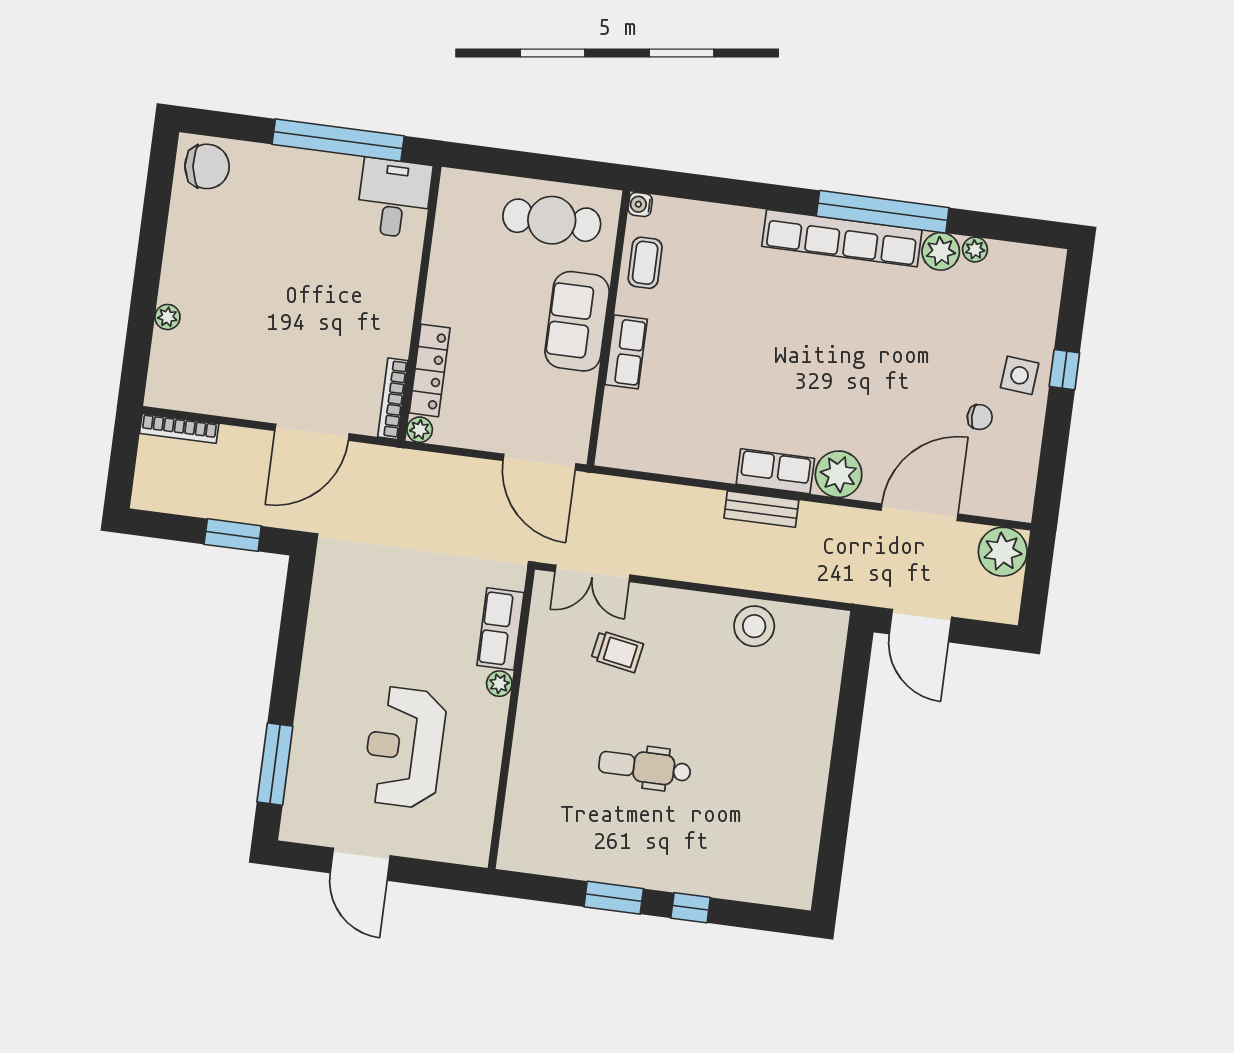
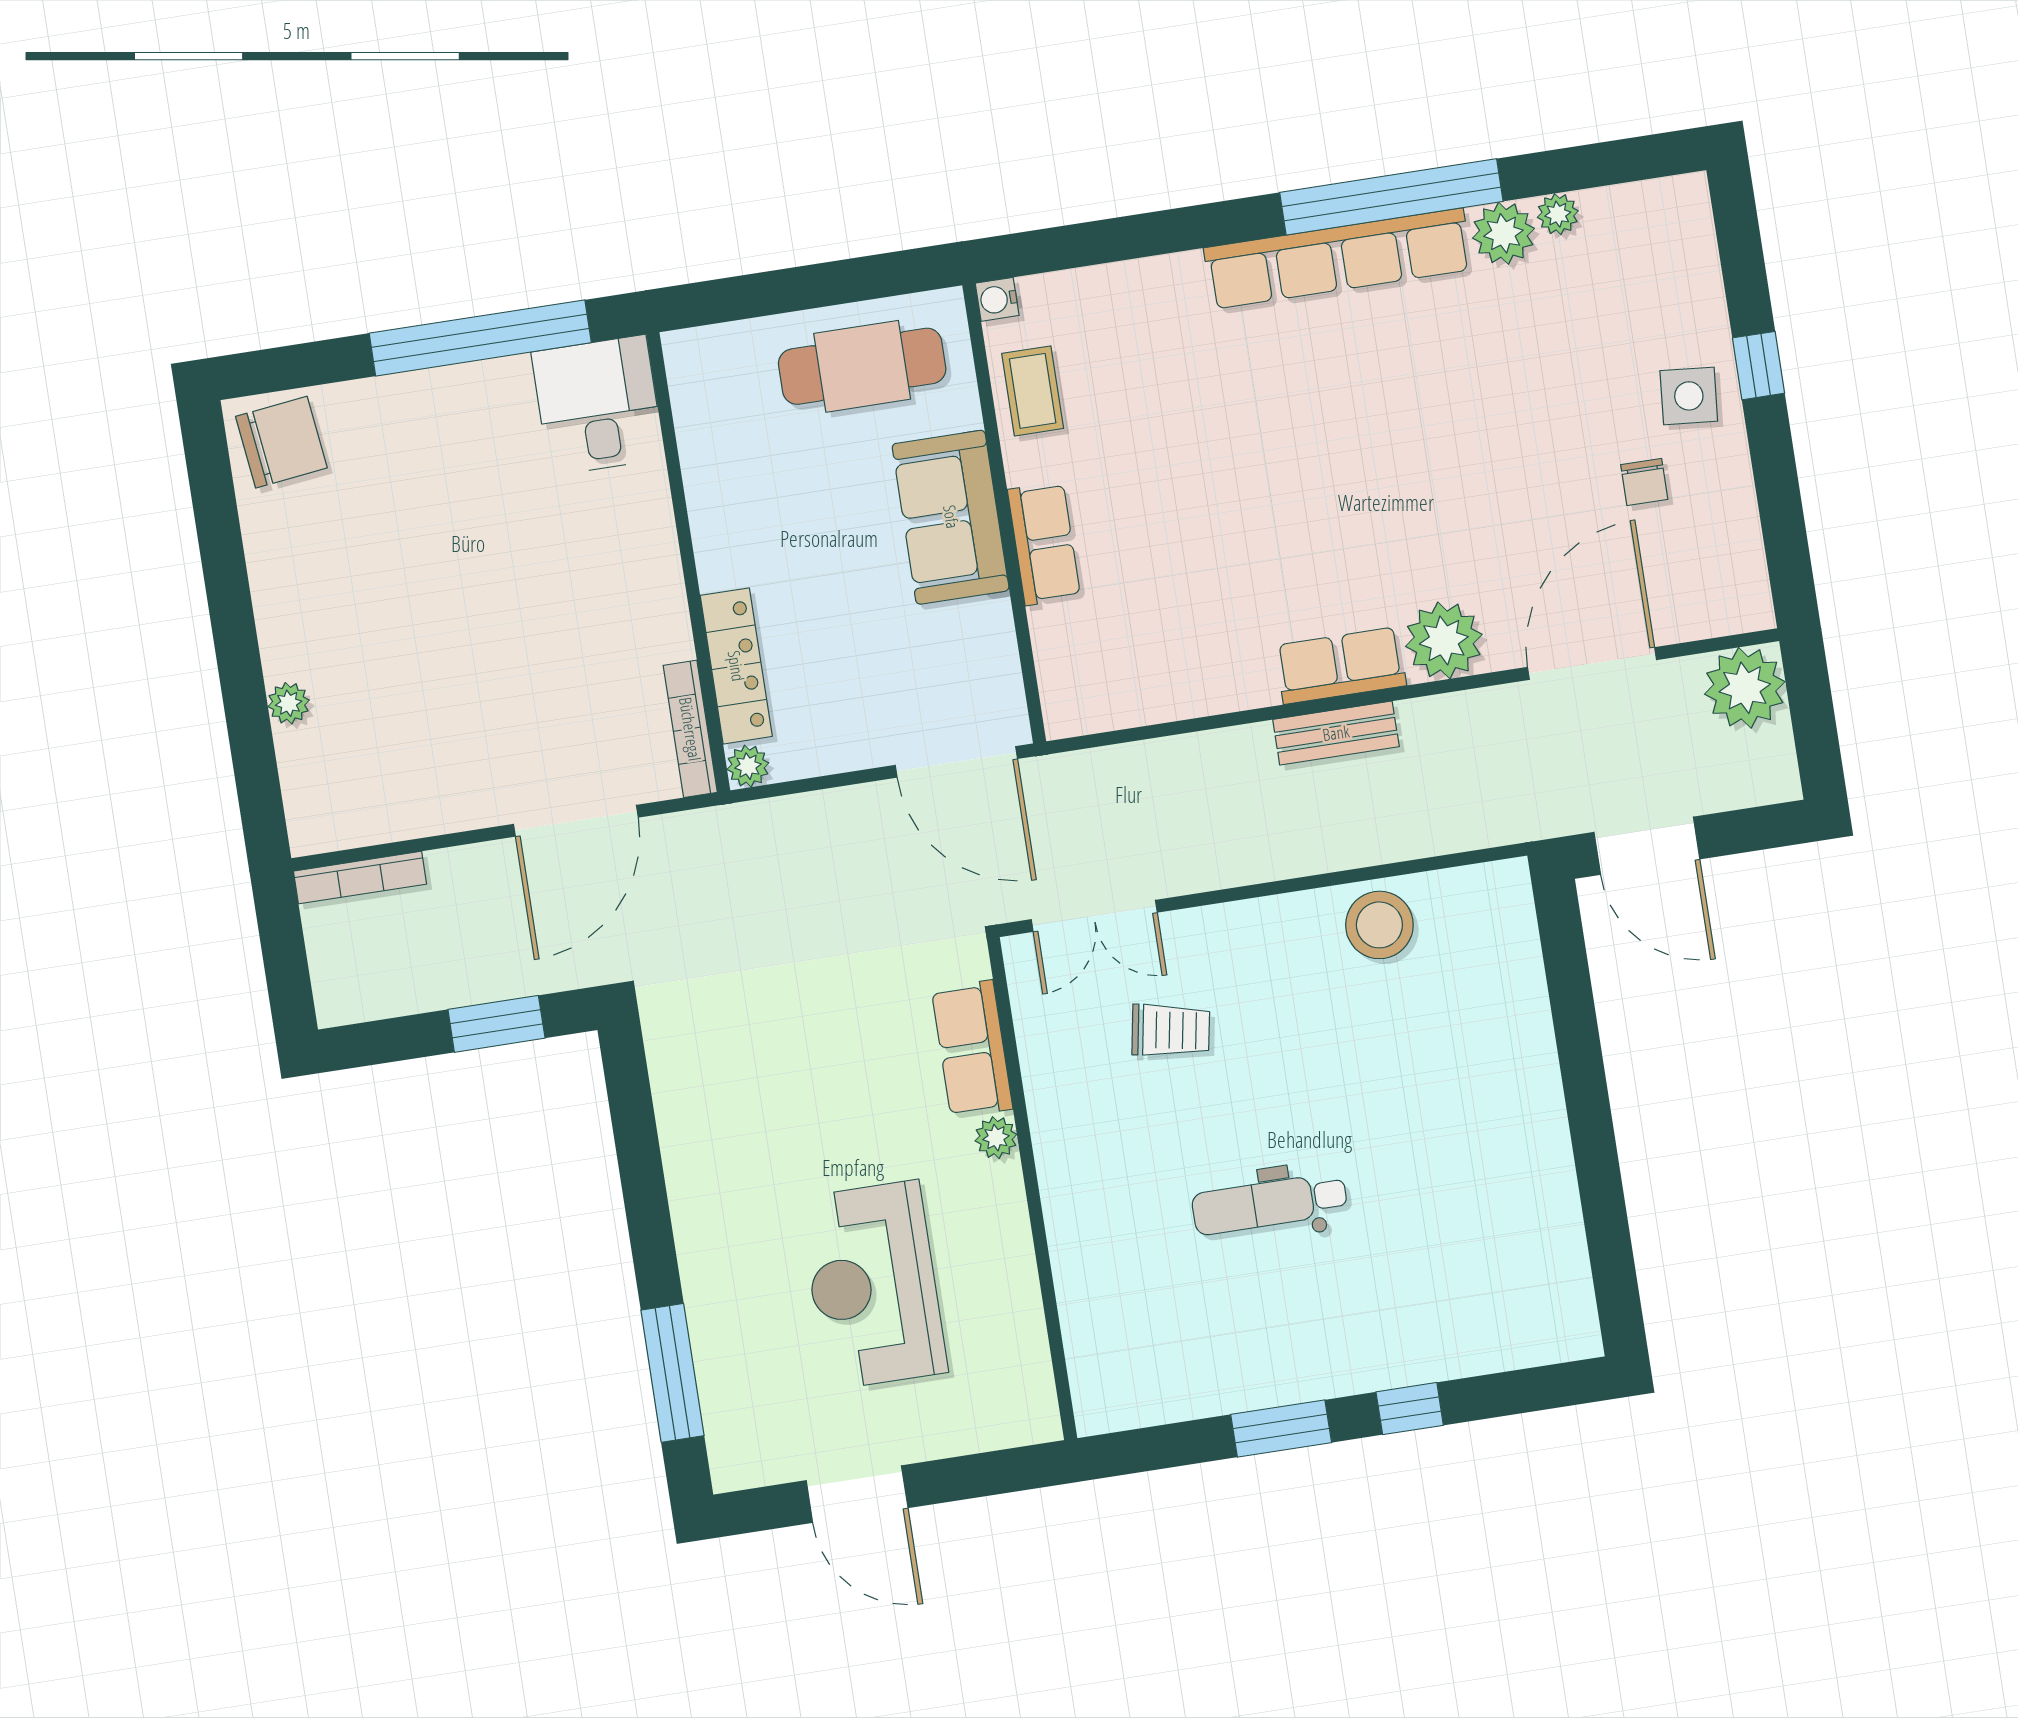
chair: (980, 417) -> (1644, 482), turned 90

